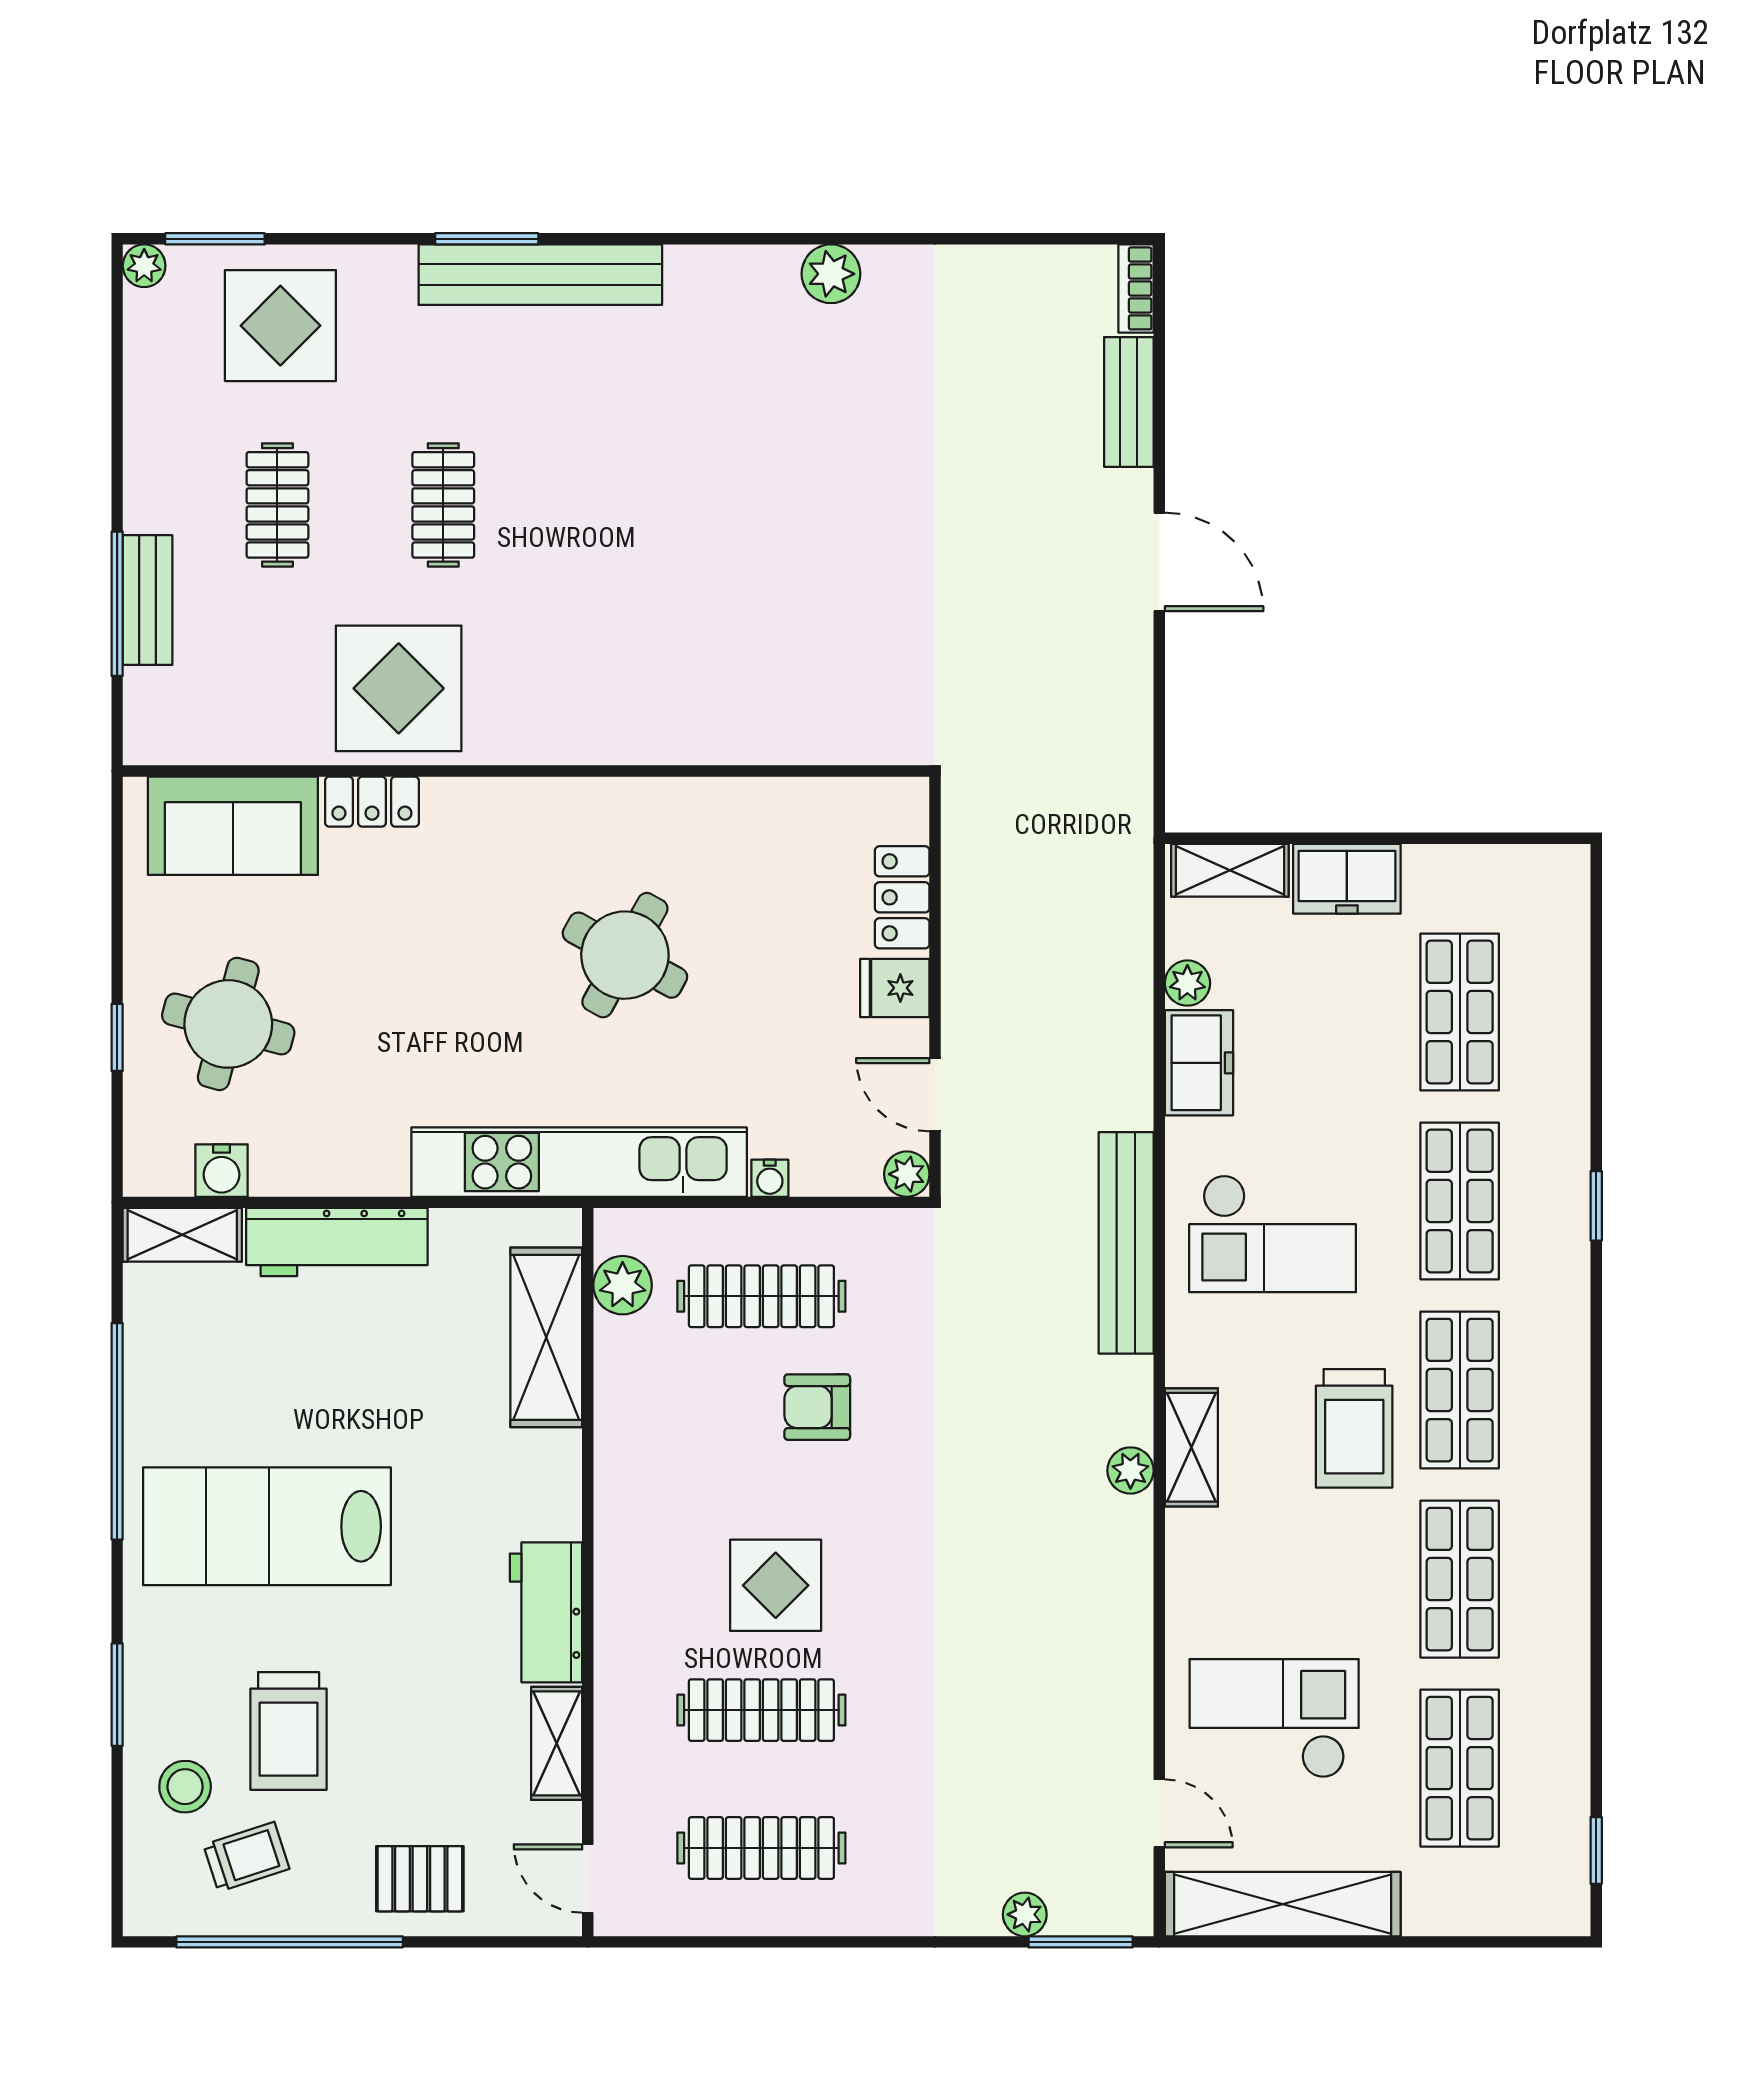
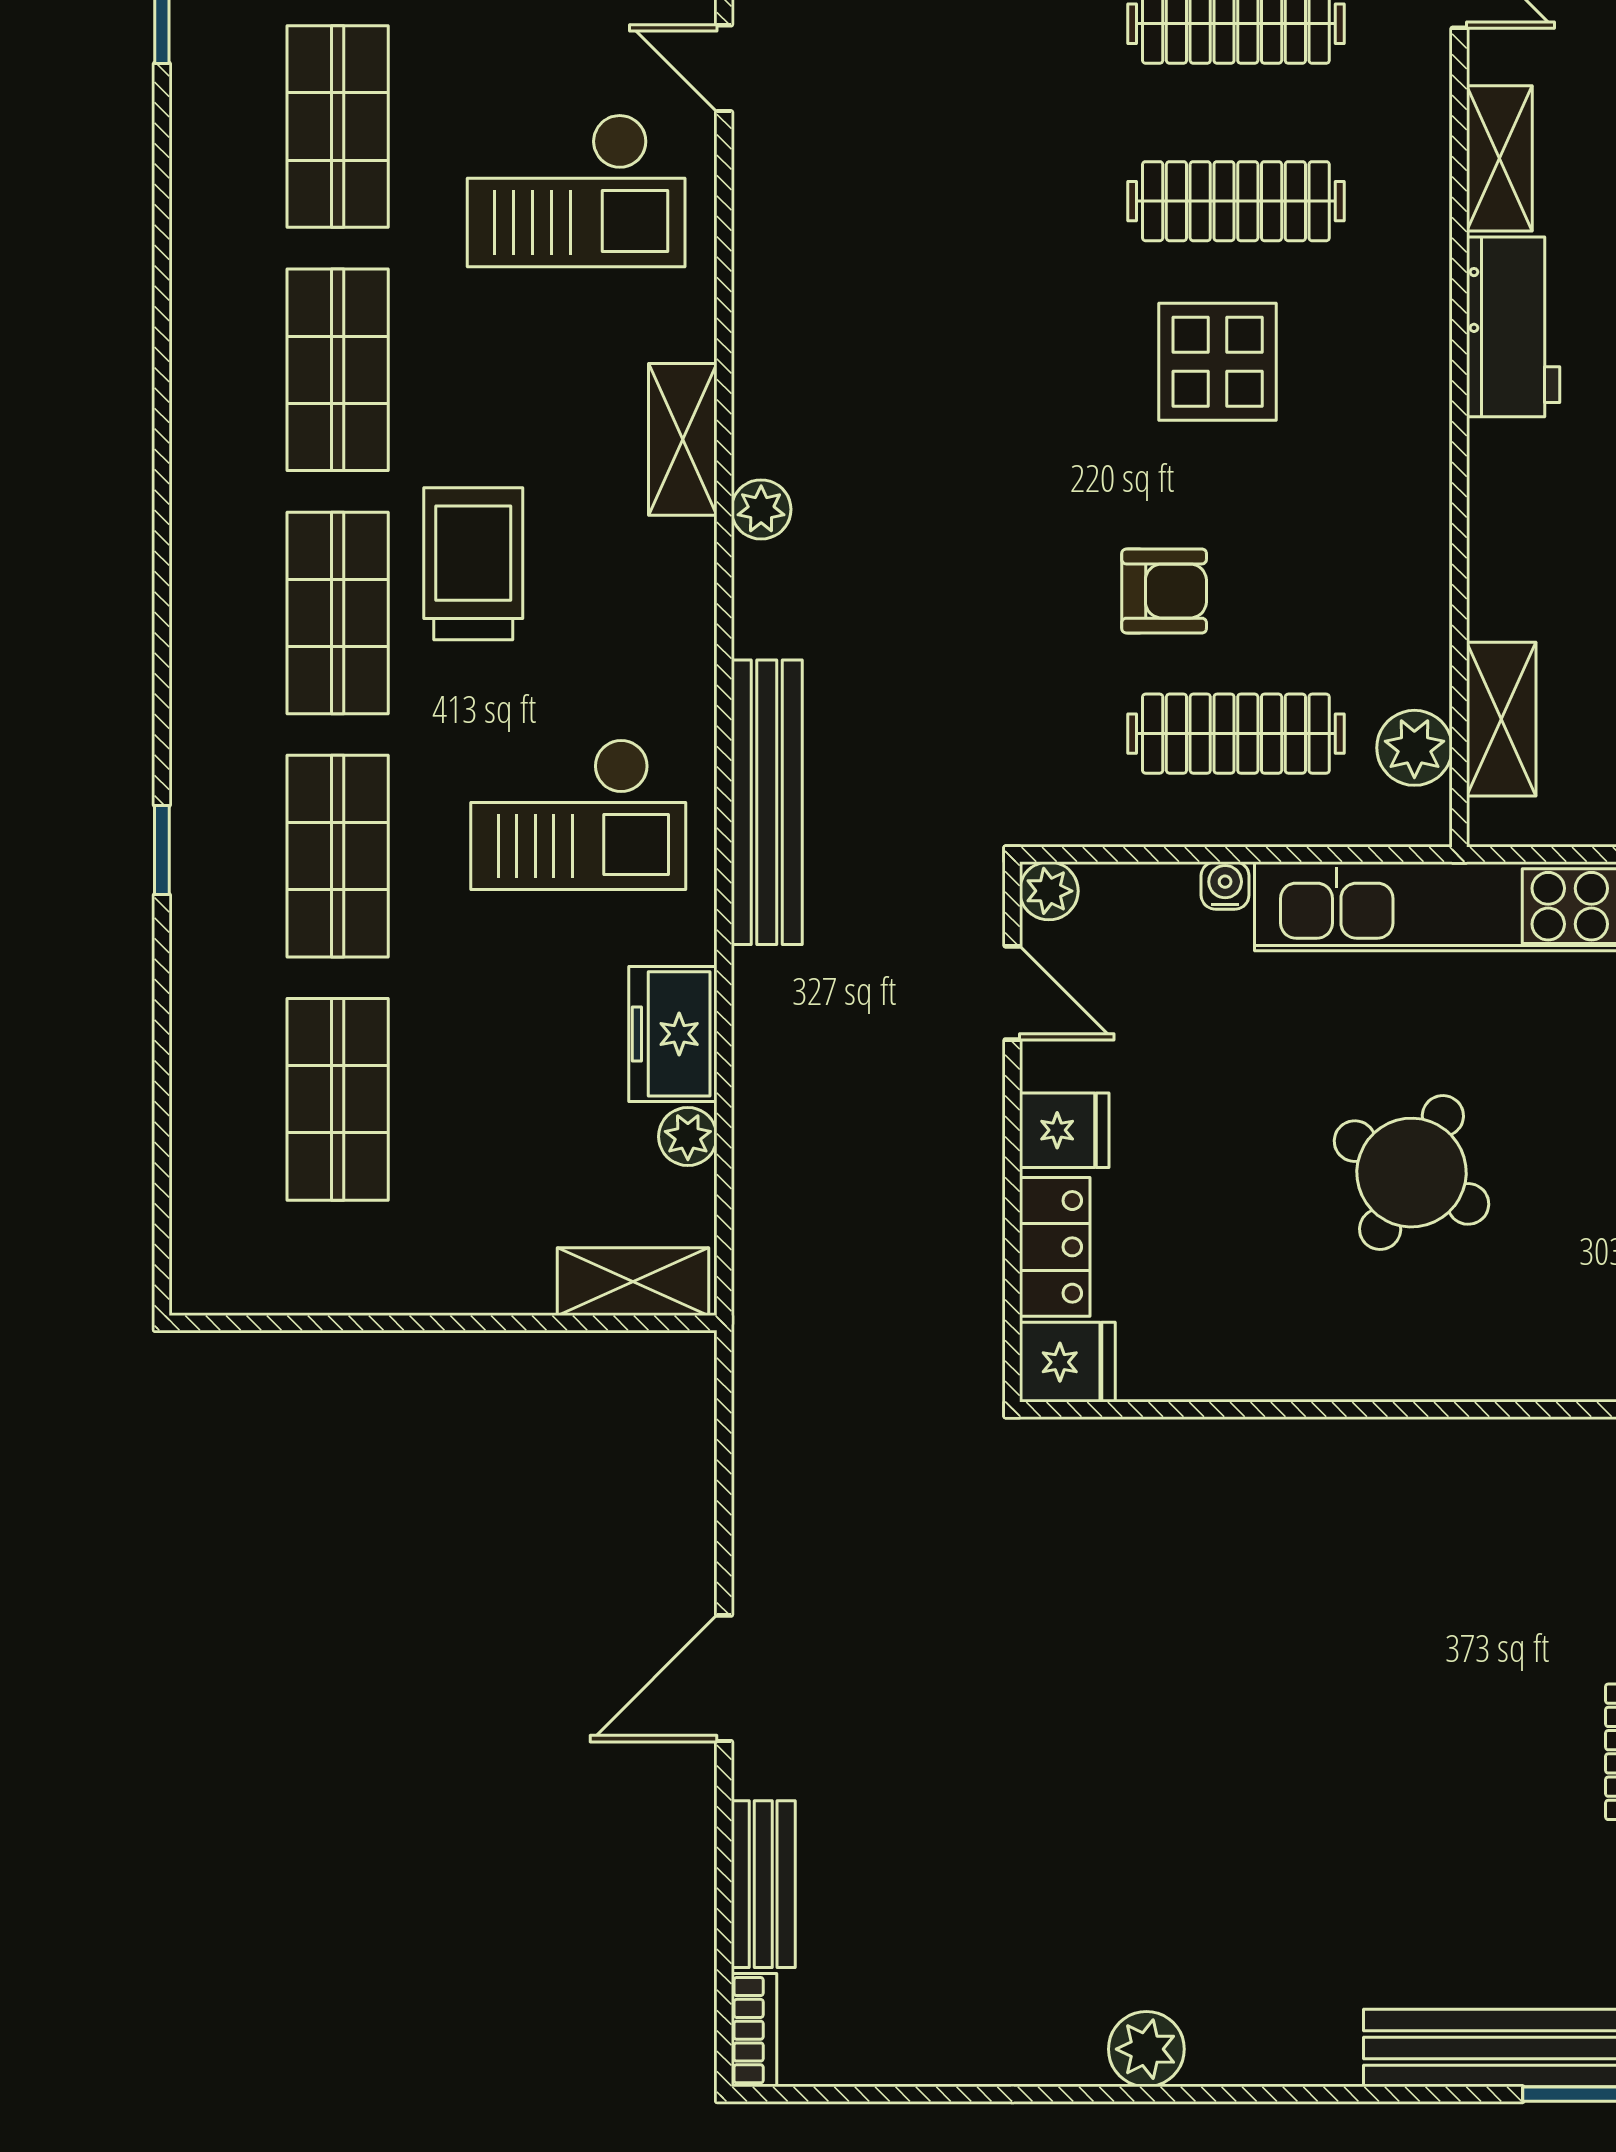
door: (1159, 562) -> (724, 1678), hinge flipped
fridge: (892, 808) -> (1067, 1362), added
freezer: (1347, 879) -> (483, 1271), removed
checkout: (1273, 1234) -> (578, 814), turned 180
shelving: (546, 1337) -> (1501, 719), width x0.67, depth x0.75
shelving: (1191, 1447) -> (683, 439), moved

